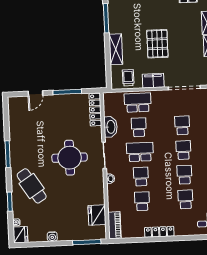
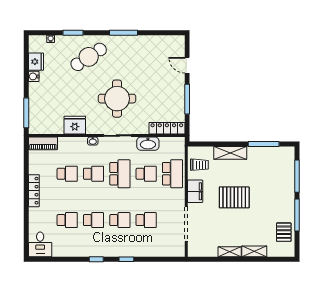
fridge: (97, 215) -> (75, 125), moved
fridge: (20, 235) -> (36, 62), moved, turned -90

